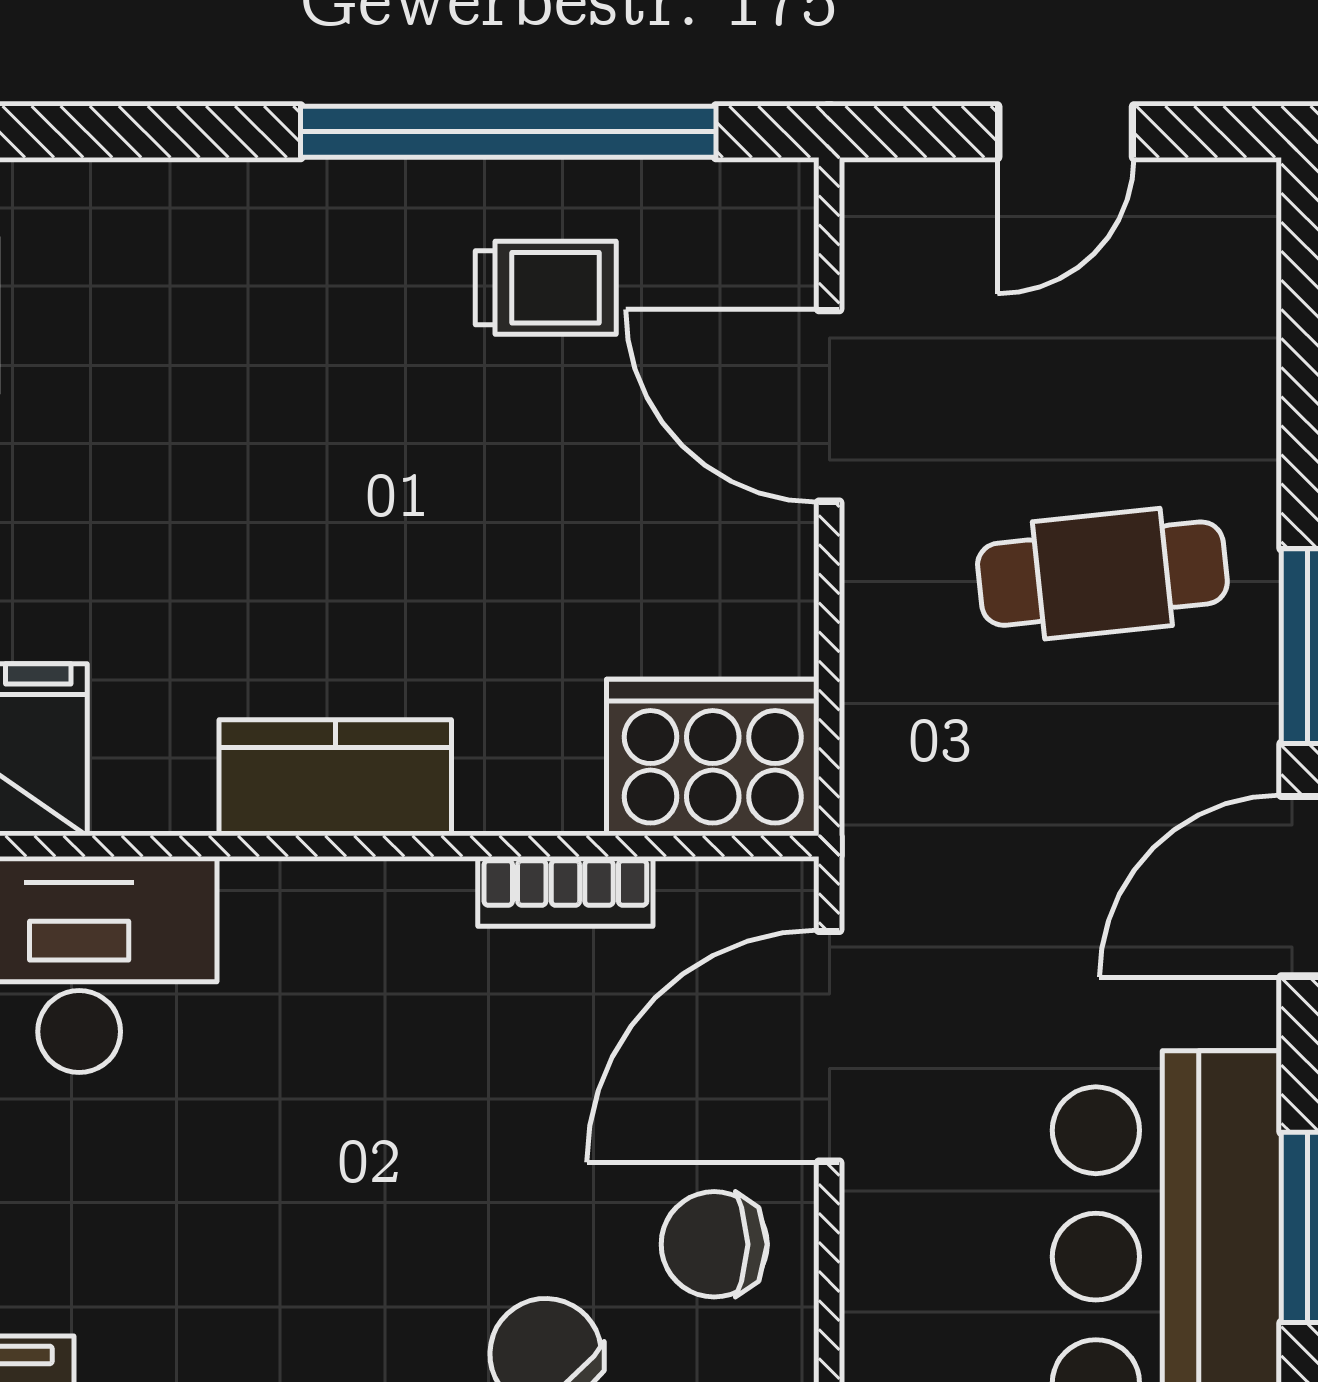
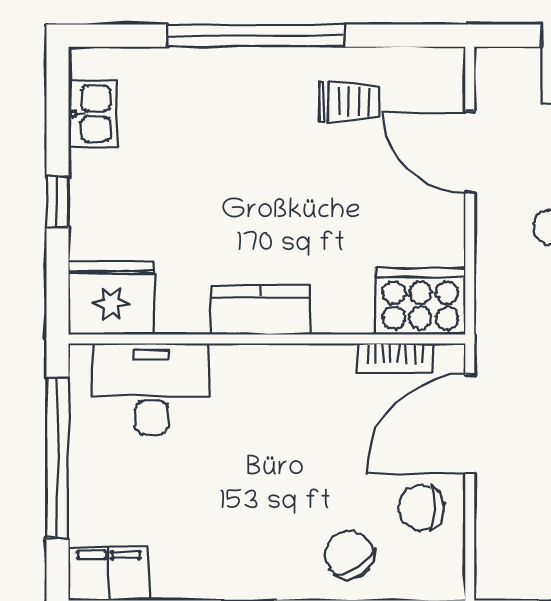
window: (508, 132) -> (256, 36), moved
bookcase: (565, 891) -> (395, 358), moved

